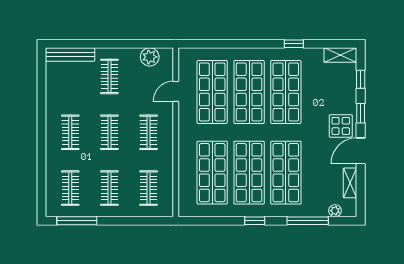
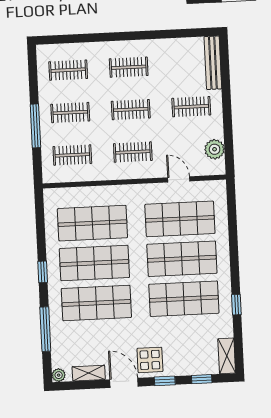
plant: (335, 211) -> (59, 375), moved
window: (77, 221) -> (35, 126), moved

